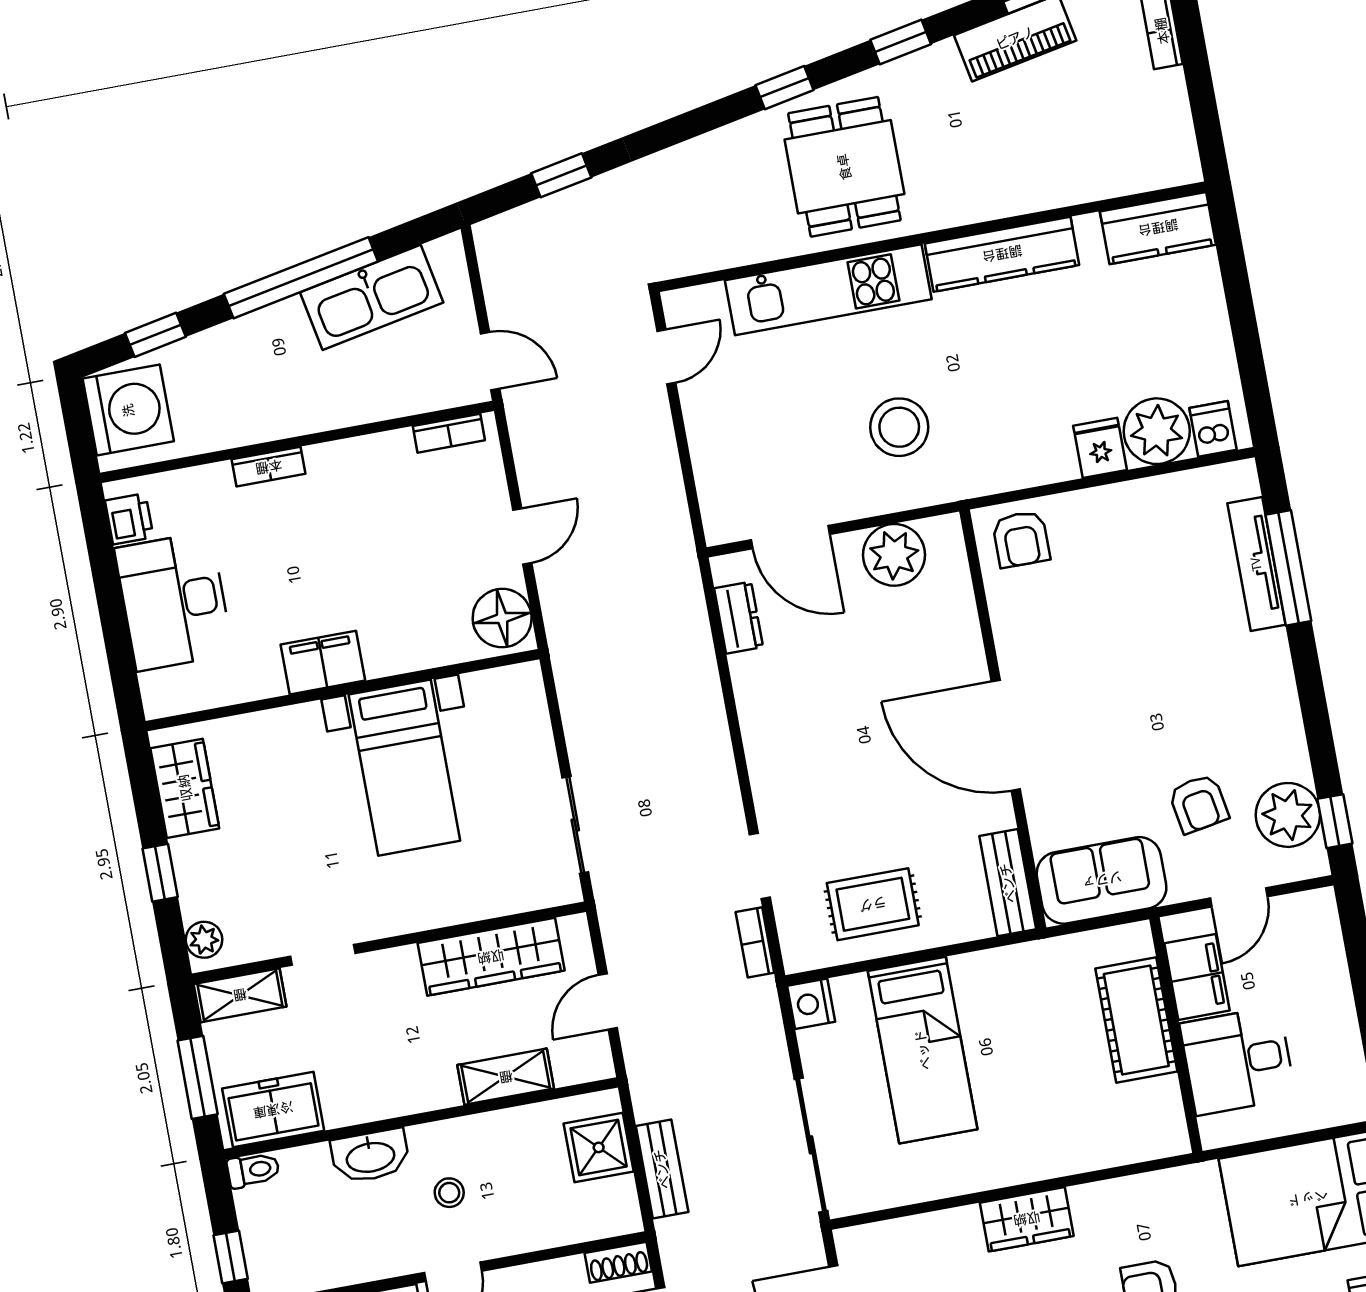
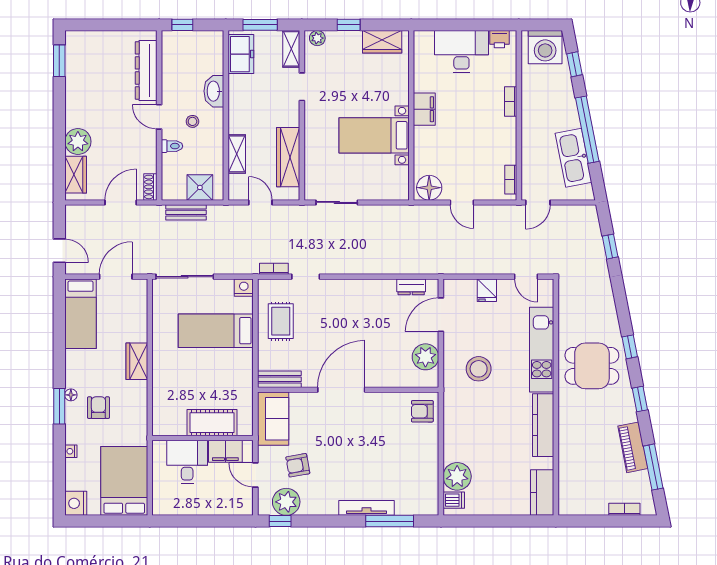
fridge: (1100, 448) -> (487, 290), moved, turned 90
tv unit: (1256, 564) -> (366, 508), moved
toilet: (253, 1170) -> (172, 146), moved, turned -90

